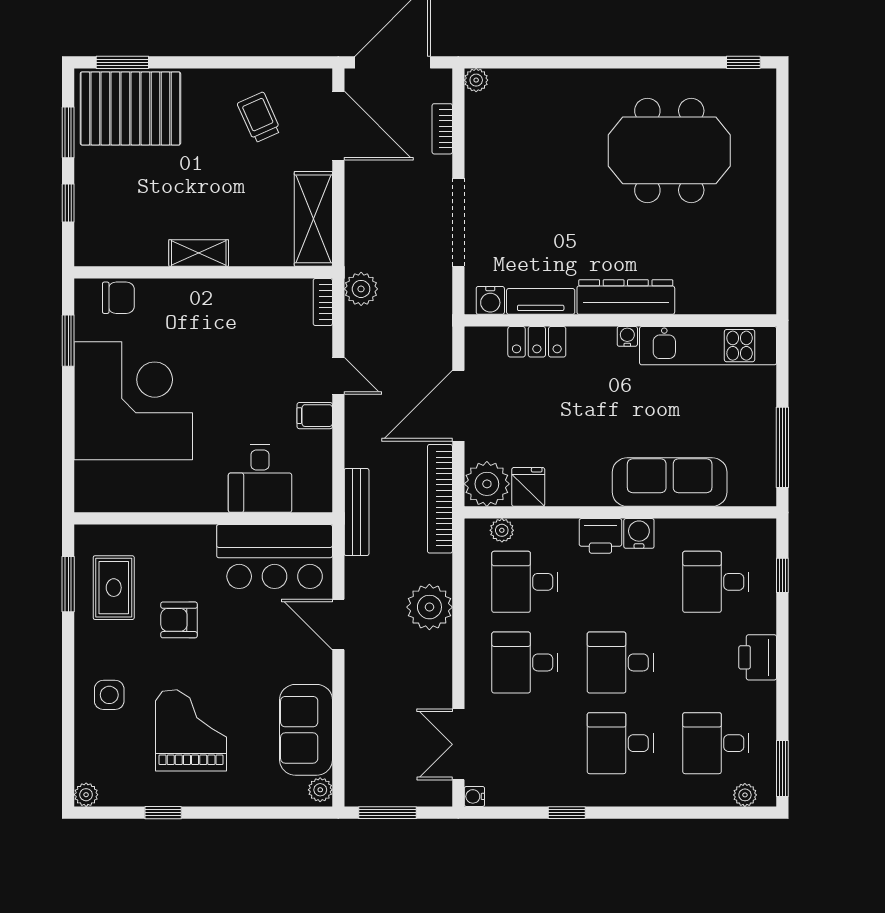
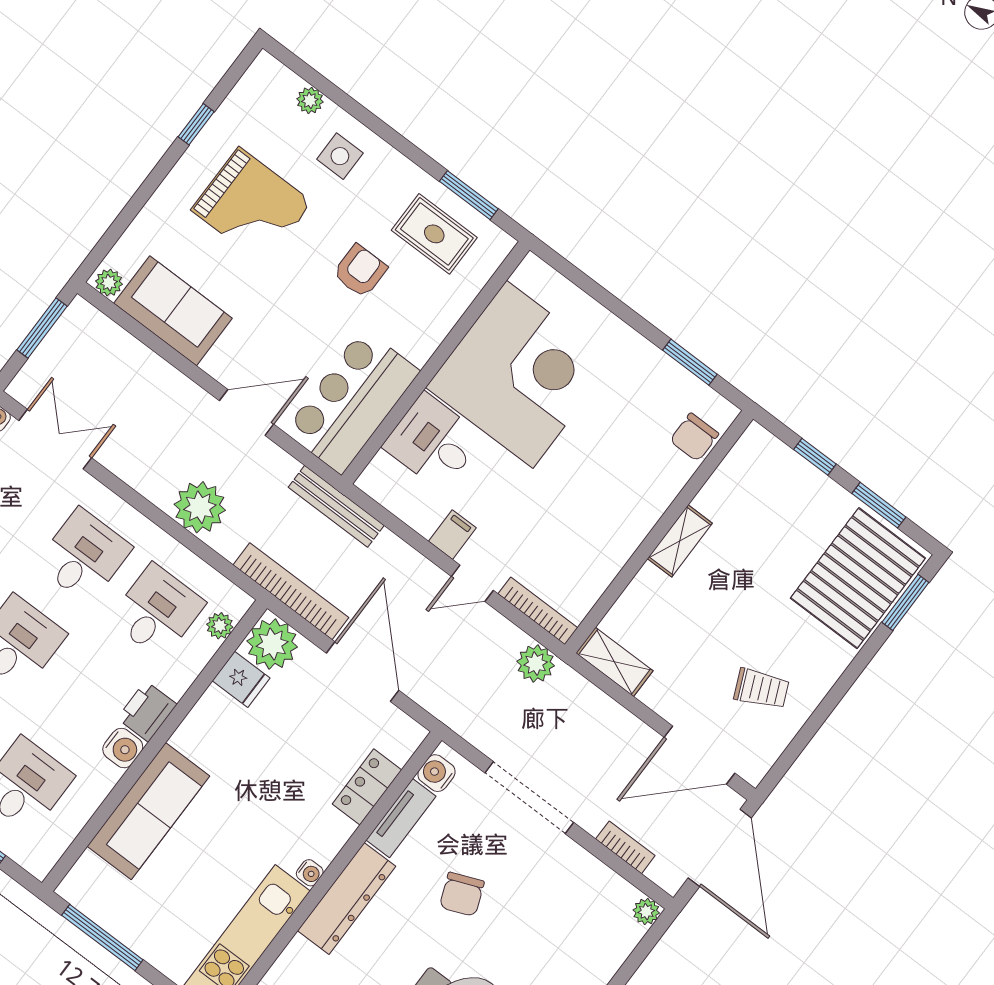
chair: (562, 218) -> (462, 894), added
shelving: (313, 219) -> (614, 662), width x0.67, depth x0.75
bookcase: (323, 302) -> (538, 611), width x1.56
corner desk: (133, 401) -> (520, 374), moved, turned -90
plant: (86, 795) -> (310, 100), moved

